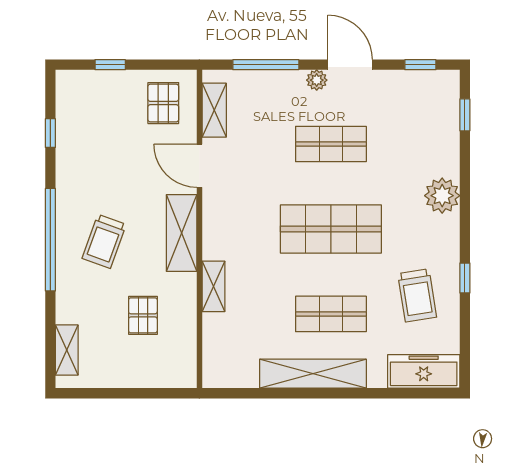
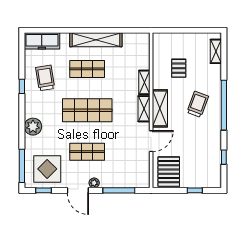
pallet: (163, 103) -> (169, 172), width x1.50, depth x1.42
display table: (413, 109) -> (47, 169), added
shelving: (214, 110) -> (144, 109), moved
window: (465, 115) -> (22, 166), width x2.17
door: (199, 166) -> (151, 141), hinge flipped

